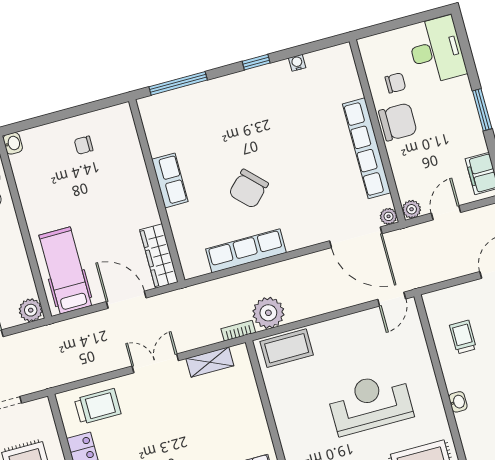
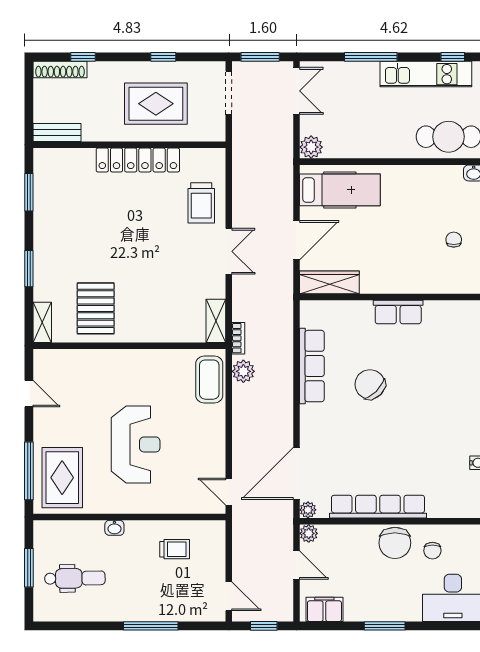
plant: (268, 313) -> (243, 371), width x0.73, depth x0.73
shelving: (210, 362) -> (216, 321), moved
trolley: (98, 406) -> (201, 203), moved

